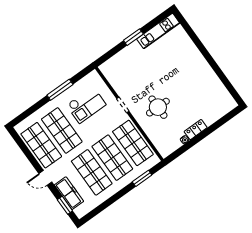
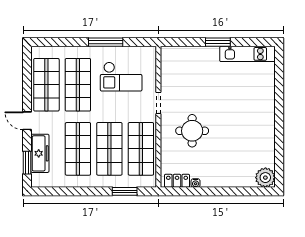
plant: (228, 103) -> (265, 178), added
locker: (196, 130) -> (177, 181), moved

